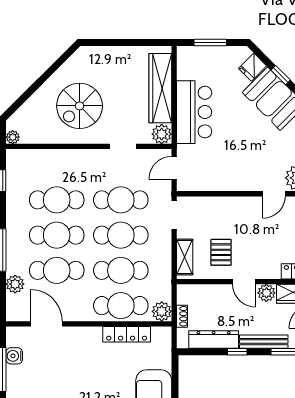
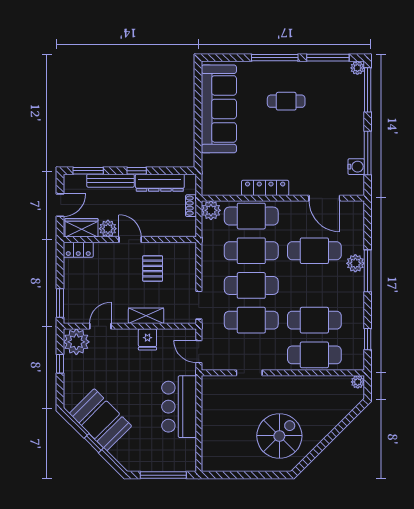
window: (210, 43) -> (163, 475), width x1.44
fridge: (253, 67) -> (147, 339), moved, turned 135
wardrobe: (160, 88) -> (212, 430), removed
spiral stairs: (80, 106) -> (279, 436), moved
plant: (162, 134) -> (211, 385), removed
door: (174, 168) -> (199, 352), swing flipped
cafe table: (57, 235) -> (314, 355), moved
shelving: (185, 257) -> (146, 316), moved, turned 90
plant: (15, 284) -> (355, 263), moved
locker: (127, 334) -> (265, 188), moved

